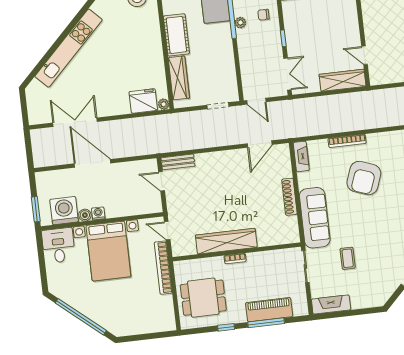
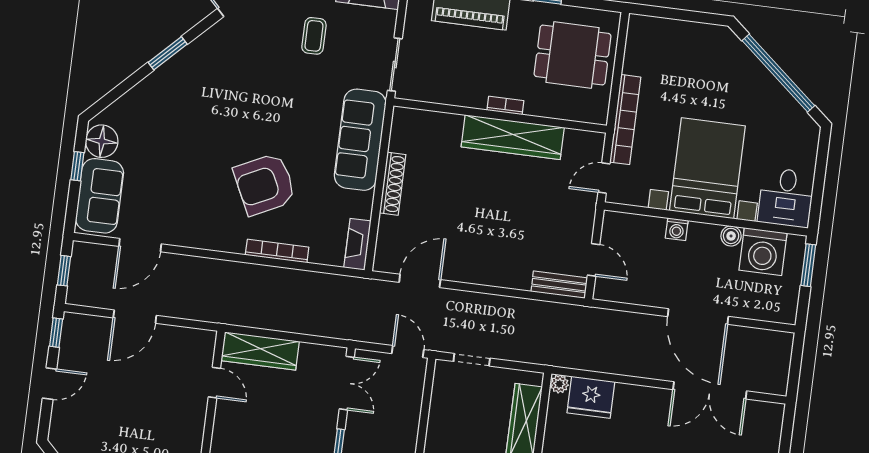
double door: (287, 74) -> (347, 383), swing flipped
armchair: (364, 178) -> (265, 184), turned -136
washing machine: (98, 213) -> (677, 229), moved
door: (167, 231) -> (604, 178), swing flipped
coffee table: (348, 258) -> (314, 36), moved

